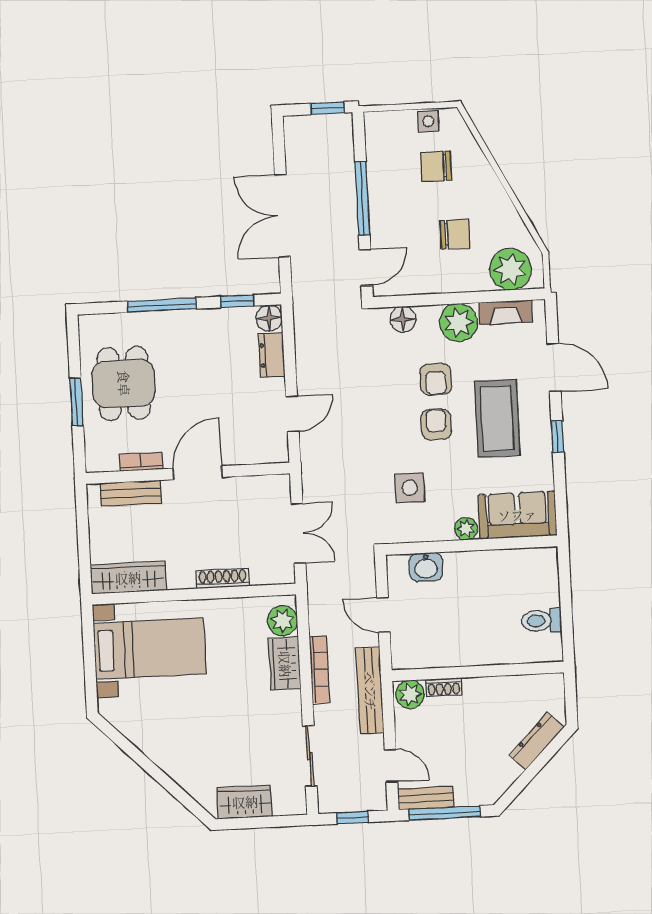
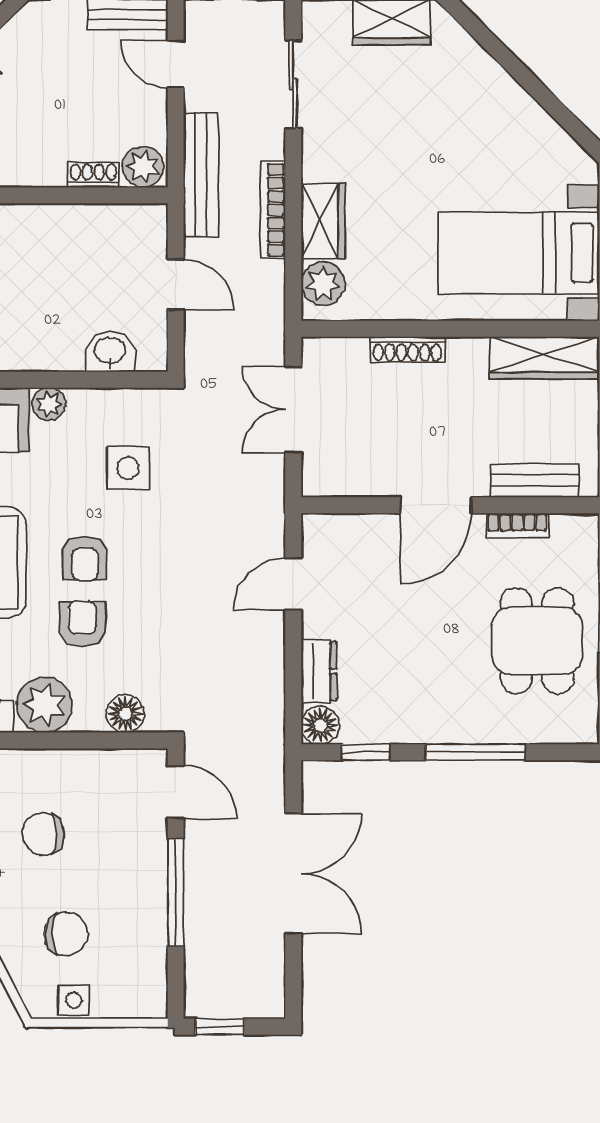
door: (366, 268) -> (176, 792), swing flipped

